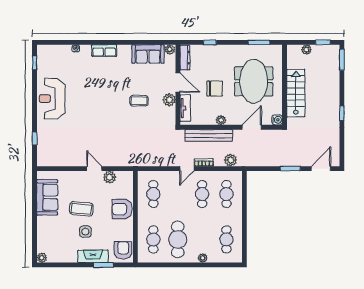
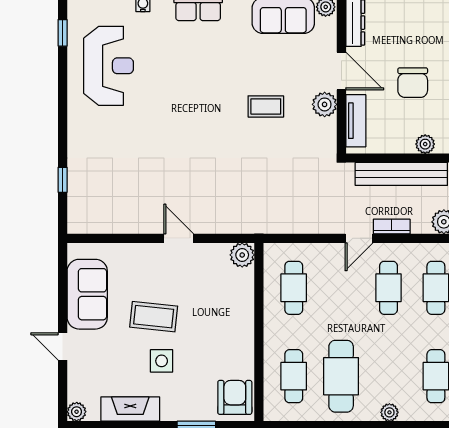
chair: (215, 89) -> (413, 83), turned 90
reception desk: (52, 99) -> (109, 66), moved, turned 180
plant: (110, 177) -> (242, 255), moved
armchair: (122, 209) -> (233, 317), removed
door: (35, 224) -> (63, 346), added
fireplace: (93, 256) -> (130, 409), moved

